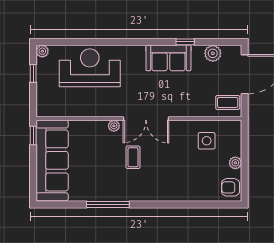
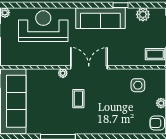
sofa: (168, 58) -> (100, 18), width x1.36
double door: (146, 119) -> (89, 67), swing flipped

